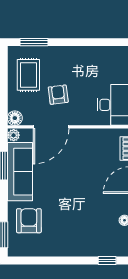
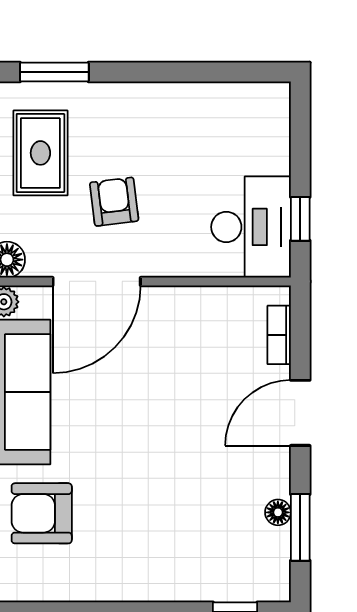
armchair: (29, 221) -> (42, 513), turned -90

